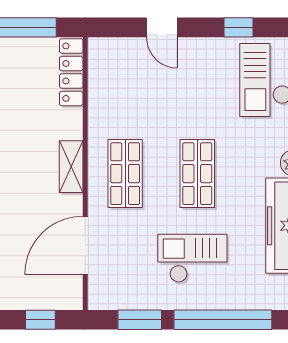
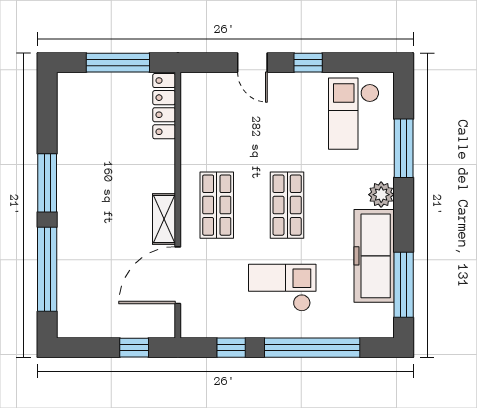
window: (239, 27) -> (308, 63), moved
shelving: (71, 167) -> (164, 219), moved
window: (140, 320) -> (231, 348), width x0.67

